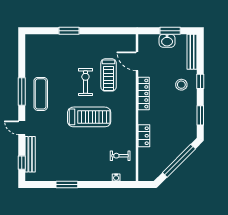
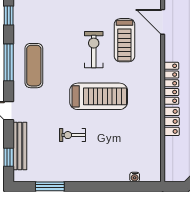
window: (22, 56) -> (9, 16), added
locker: (144, 94) -> (171, 83), moved
exercise bike: (120, 156) -> (72, 135), moved
window: (67, 184) -> (50, 186), moved

